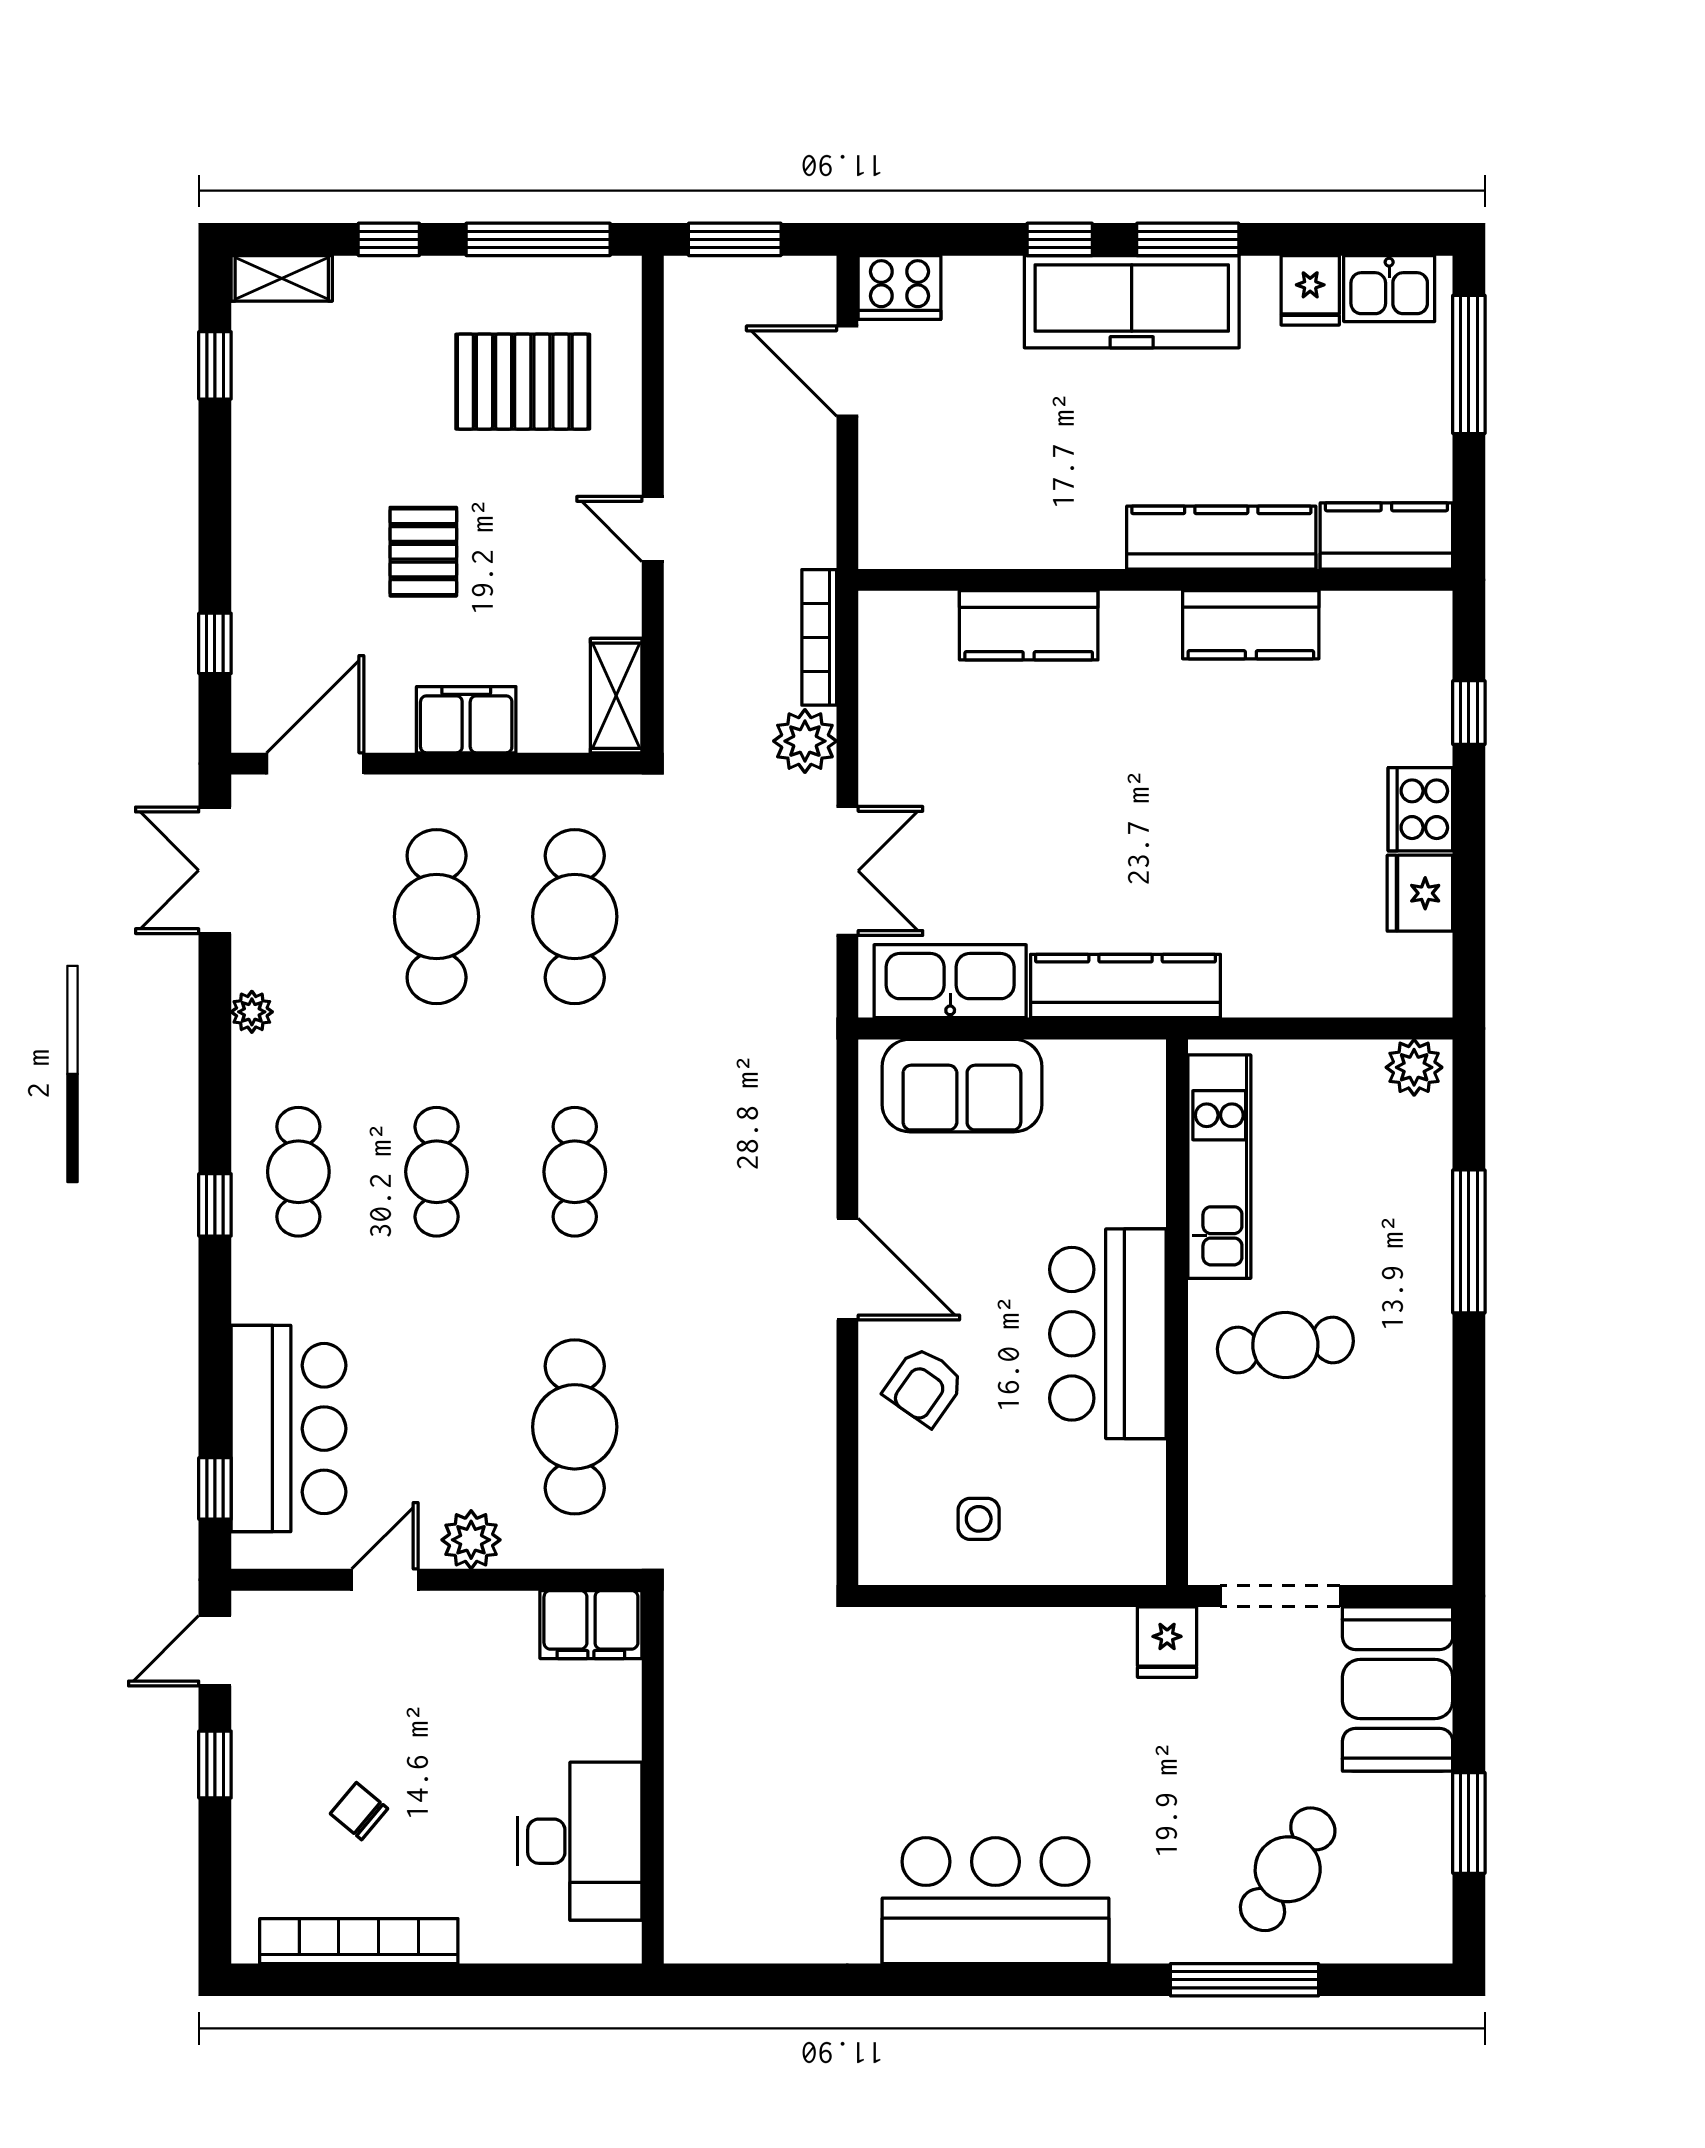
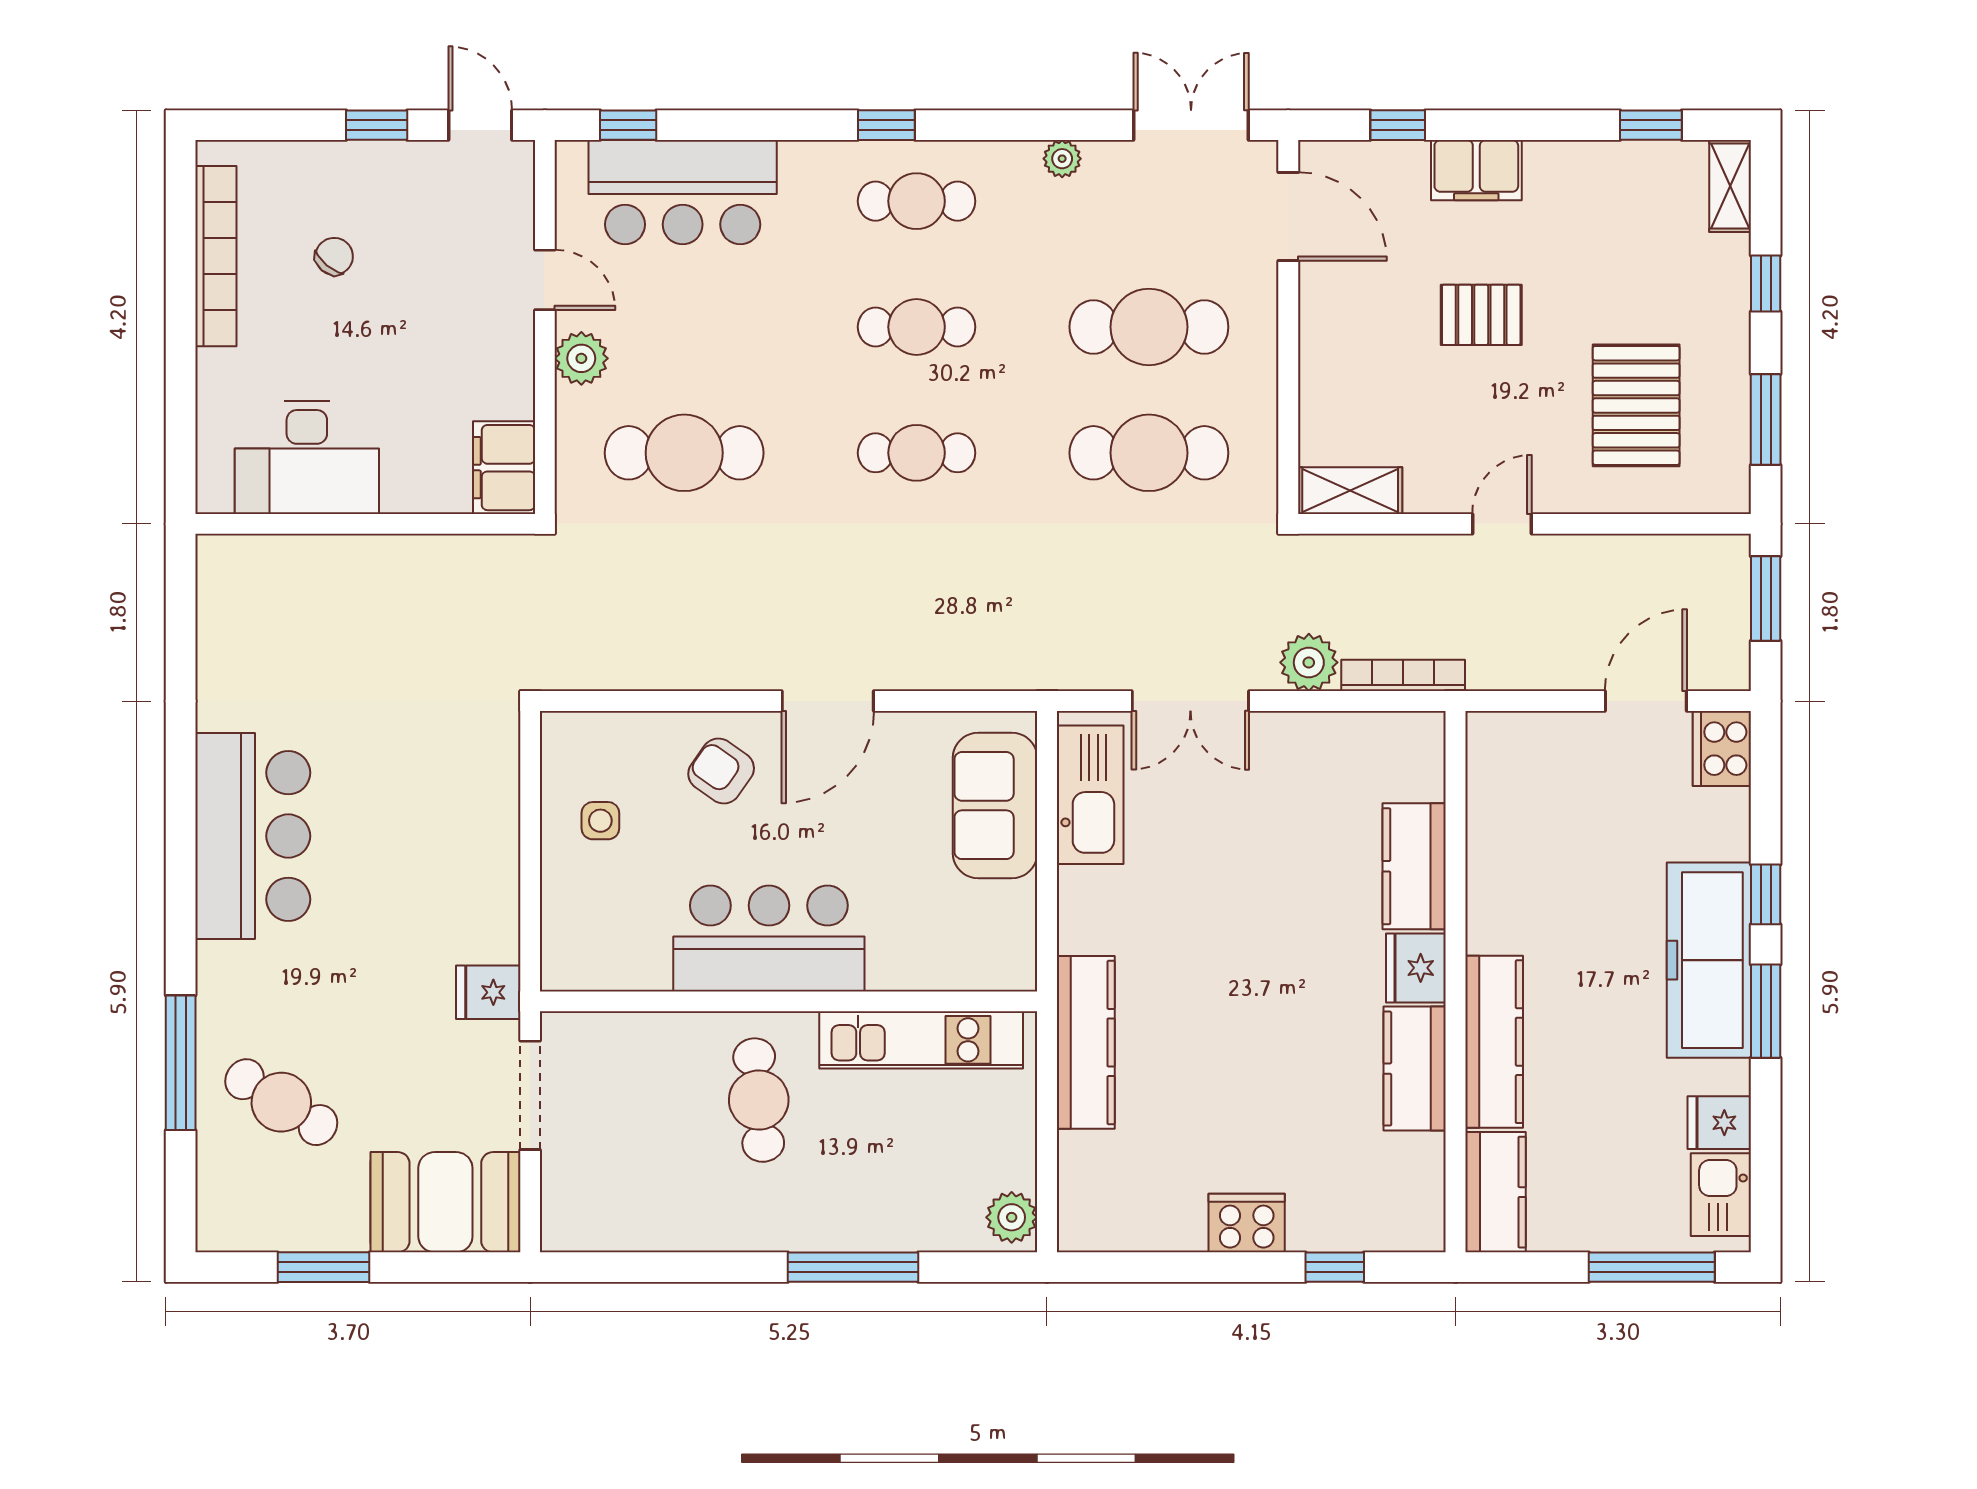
window: (538, 239) -> (1766, 419), width x0.69
filing cabinet: (466, 720) -> (1476, 170), moved, turned 90
fridge: (1420, 893) -> (1416, 968), moved, turned -90
kitchen counter: (1126, 986) -> (1086, 1042), moved

